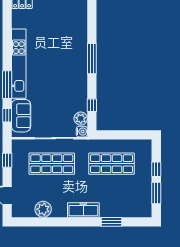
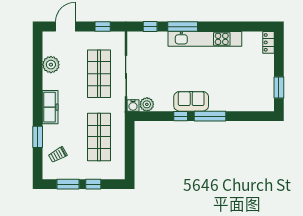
window: (92, 105) -> (181, 116), moved
sofa: (21, 116) -> (191, 101), moved, turned 180
trolley: (128, 203) -> (58, 155), added

